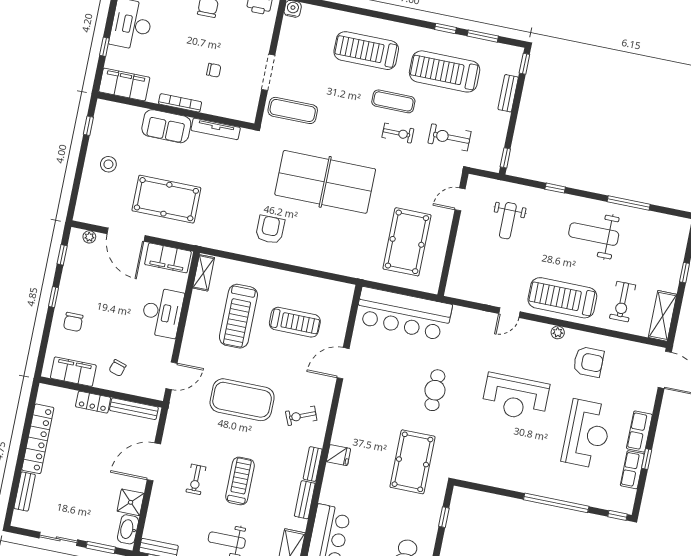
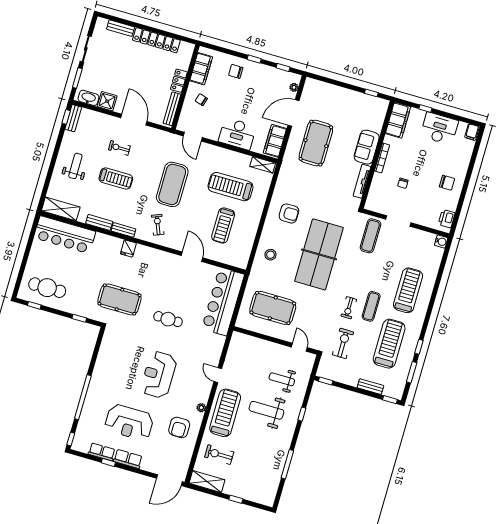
stool: (108, 164) -> (270, 255), moved
weight bench: (594, 234) -> (266, 410), moved, turned -90

